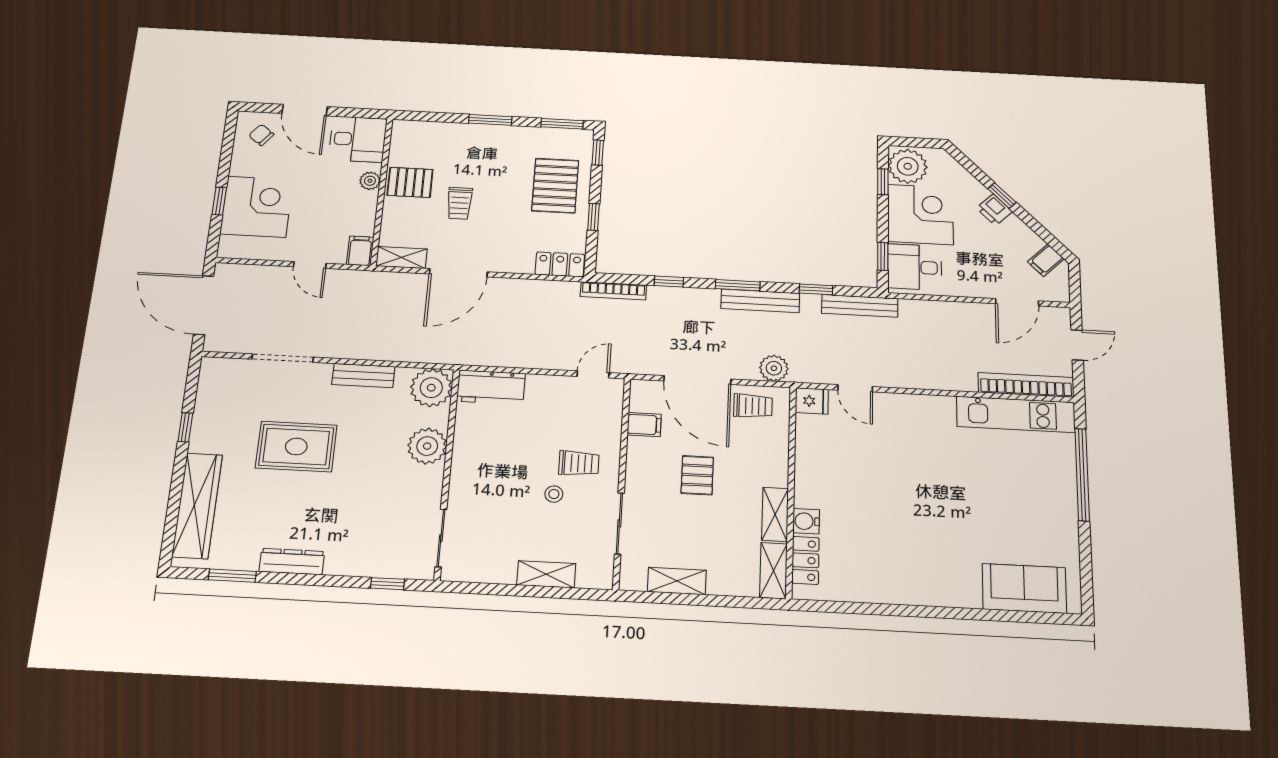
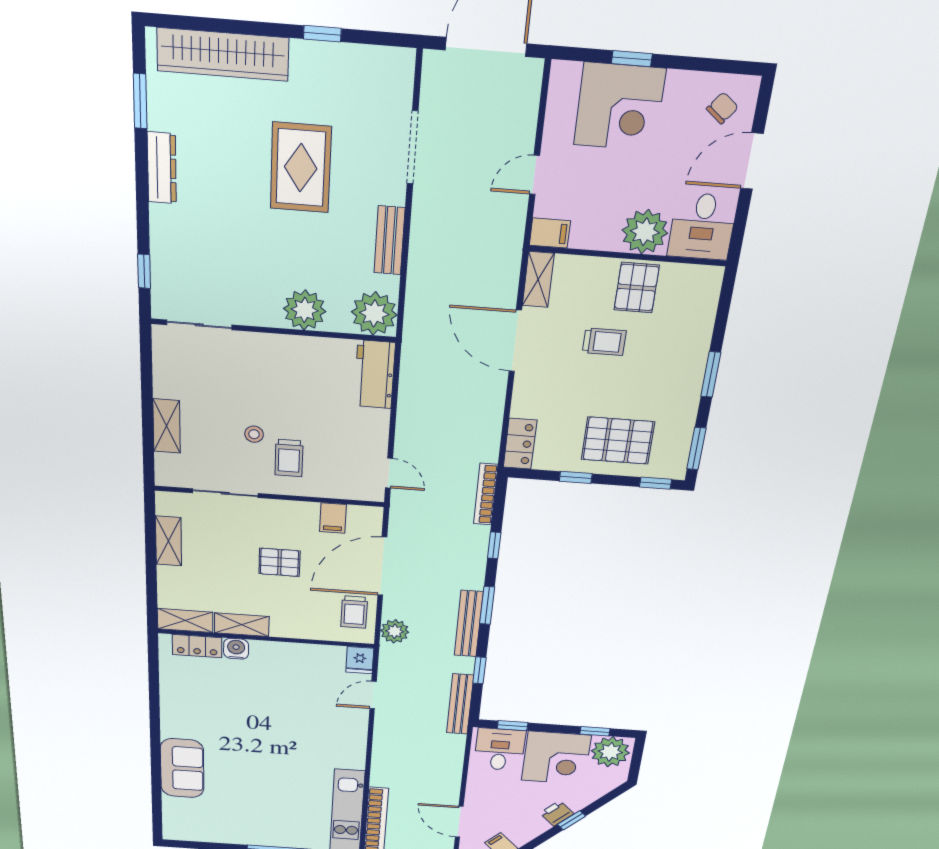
plant: (370, 181) -> (645, 232), width x1.88, depth x1.88
trolley: (459, 203) -> (604, 342), turned 180
sofa: (1024, 588) -> (182, 768), moved

